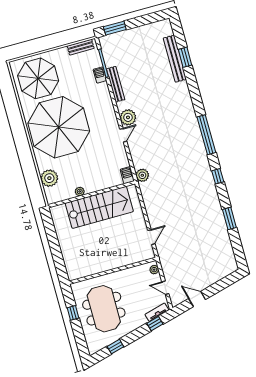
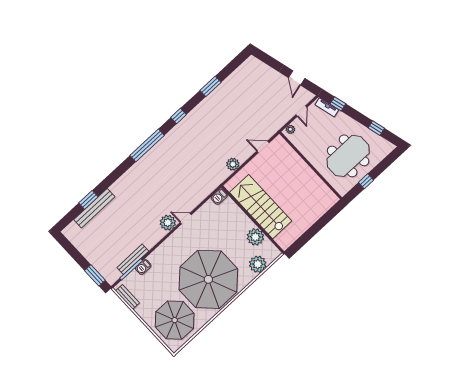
bench: (116, 84) -> (133, 259), moved
plant: (142, 175) -> (233, 164), moved
plant: (80, 191) -> (255, 237), width x1.88, depth x1.88

